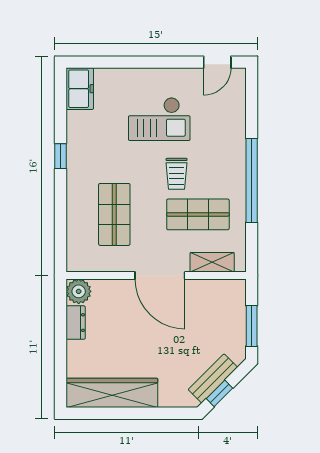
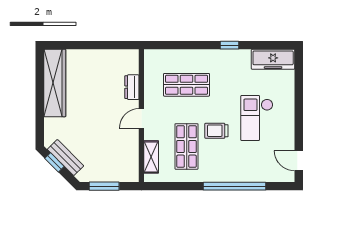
freezer: (80, 89) -> (273, 59), width x1.40
window: (252, 180) -> (235, 186), moved
door: (160, 275) -> (141, 118), width x0.53
plant: (79, 291) -> (130, 58), removed
dresser: (76, 323) -> (132, 87), moved, turned 90

